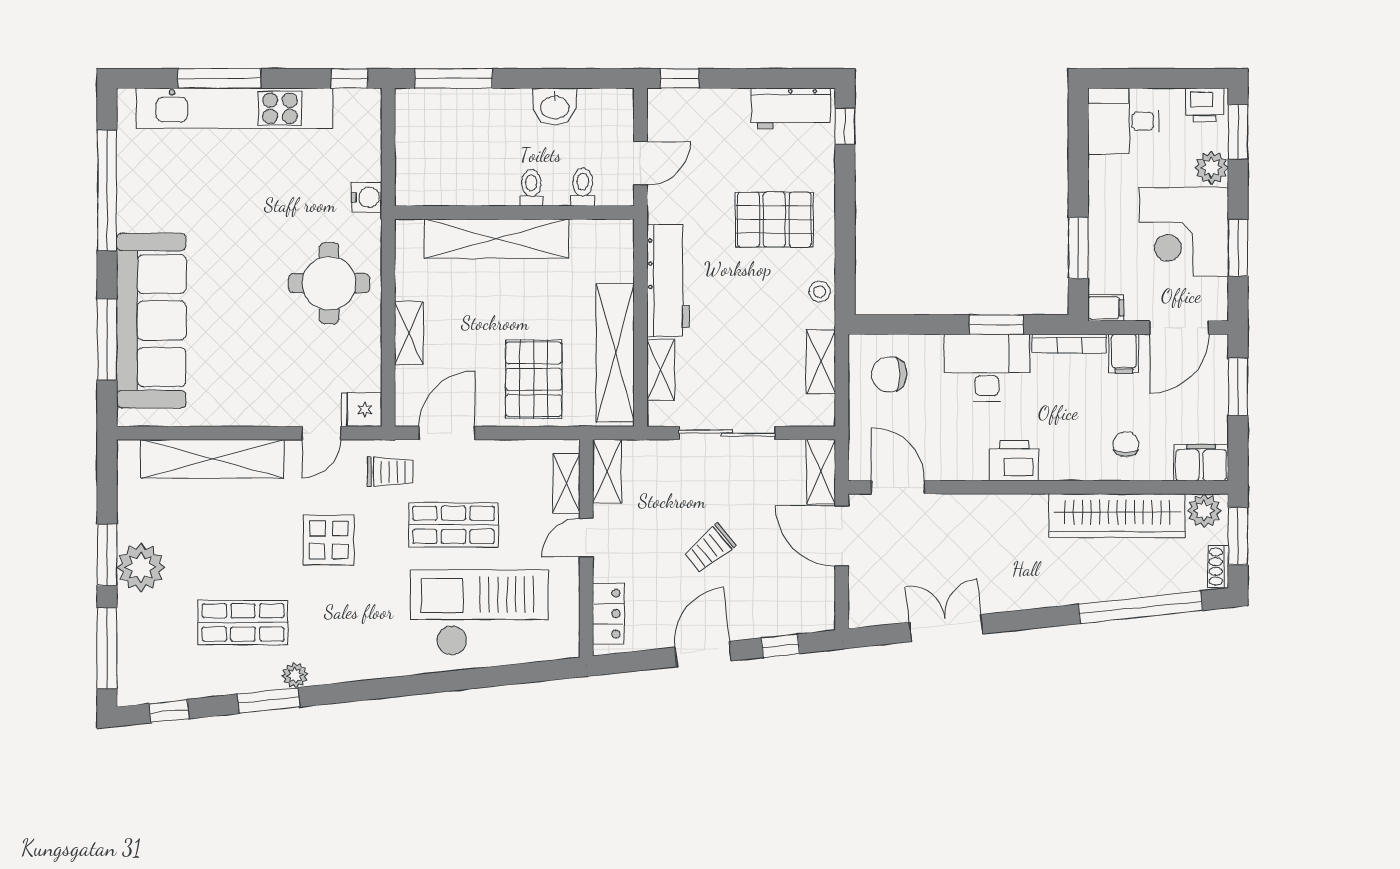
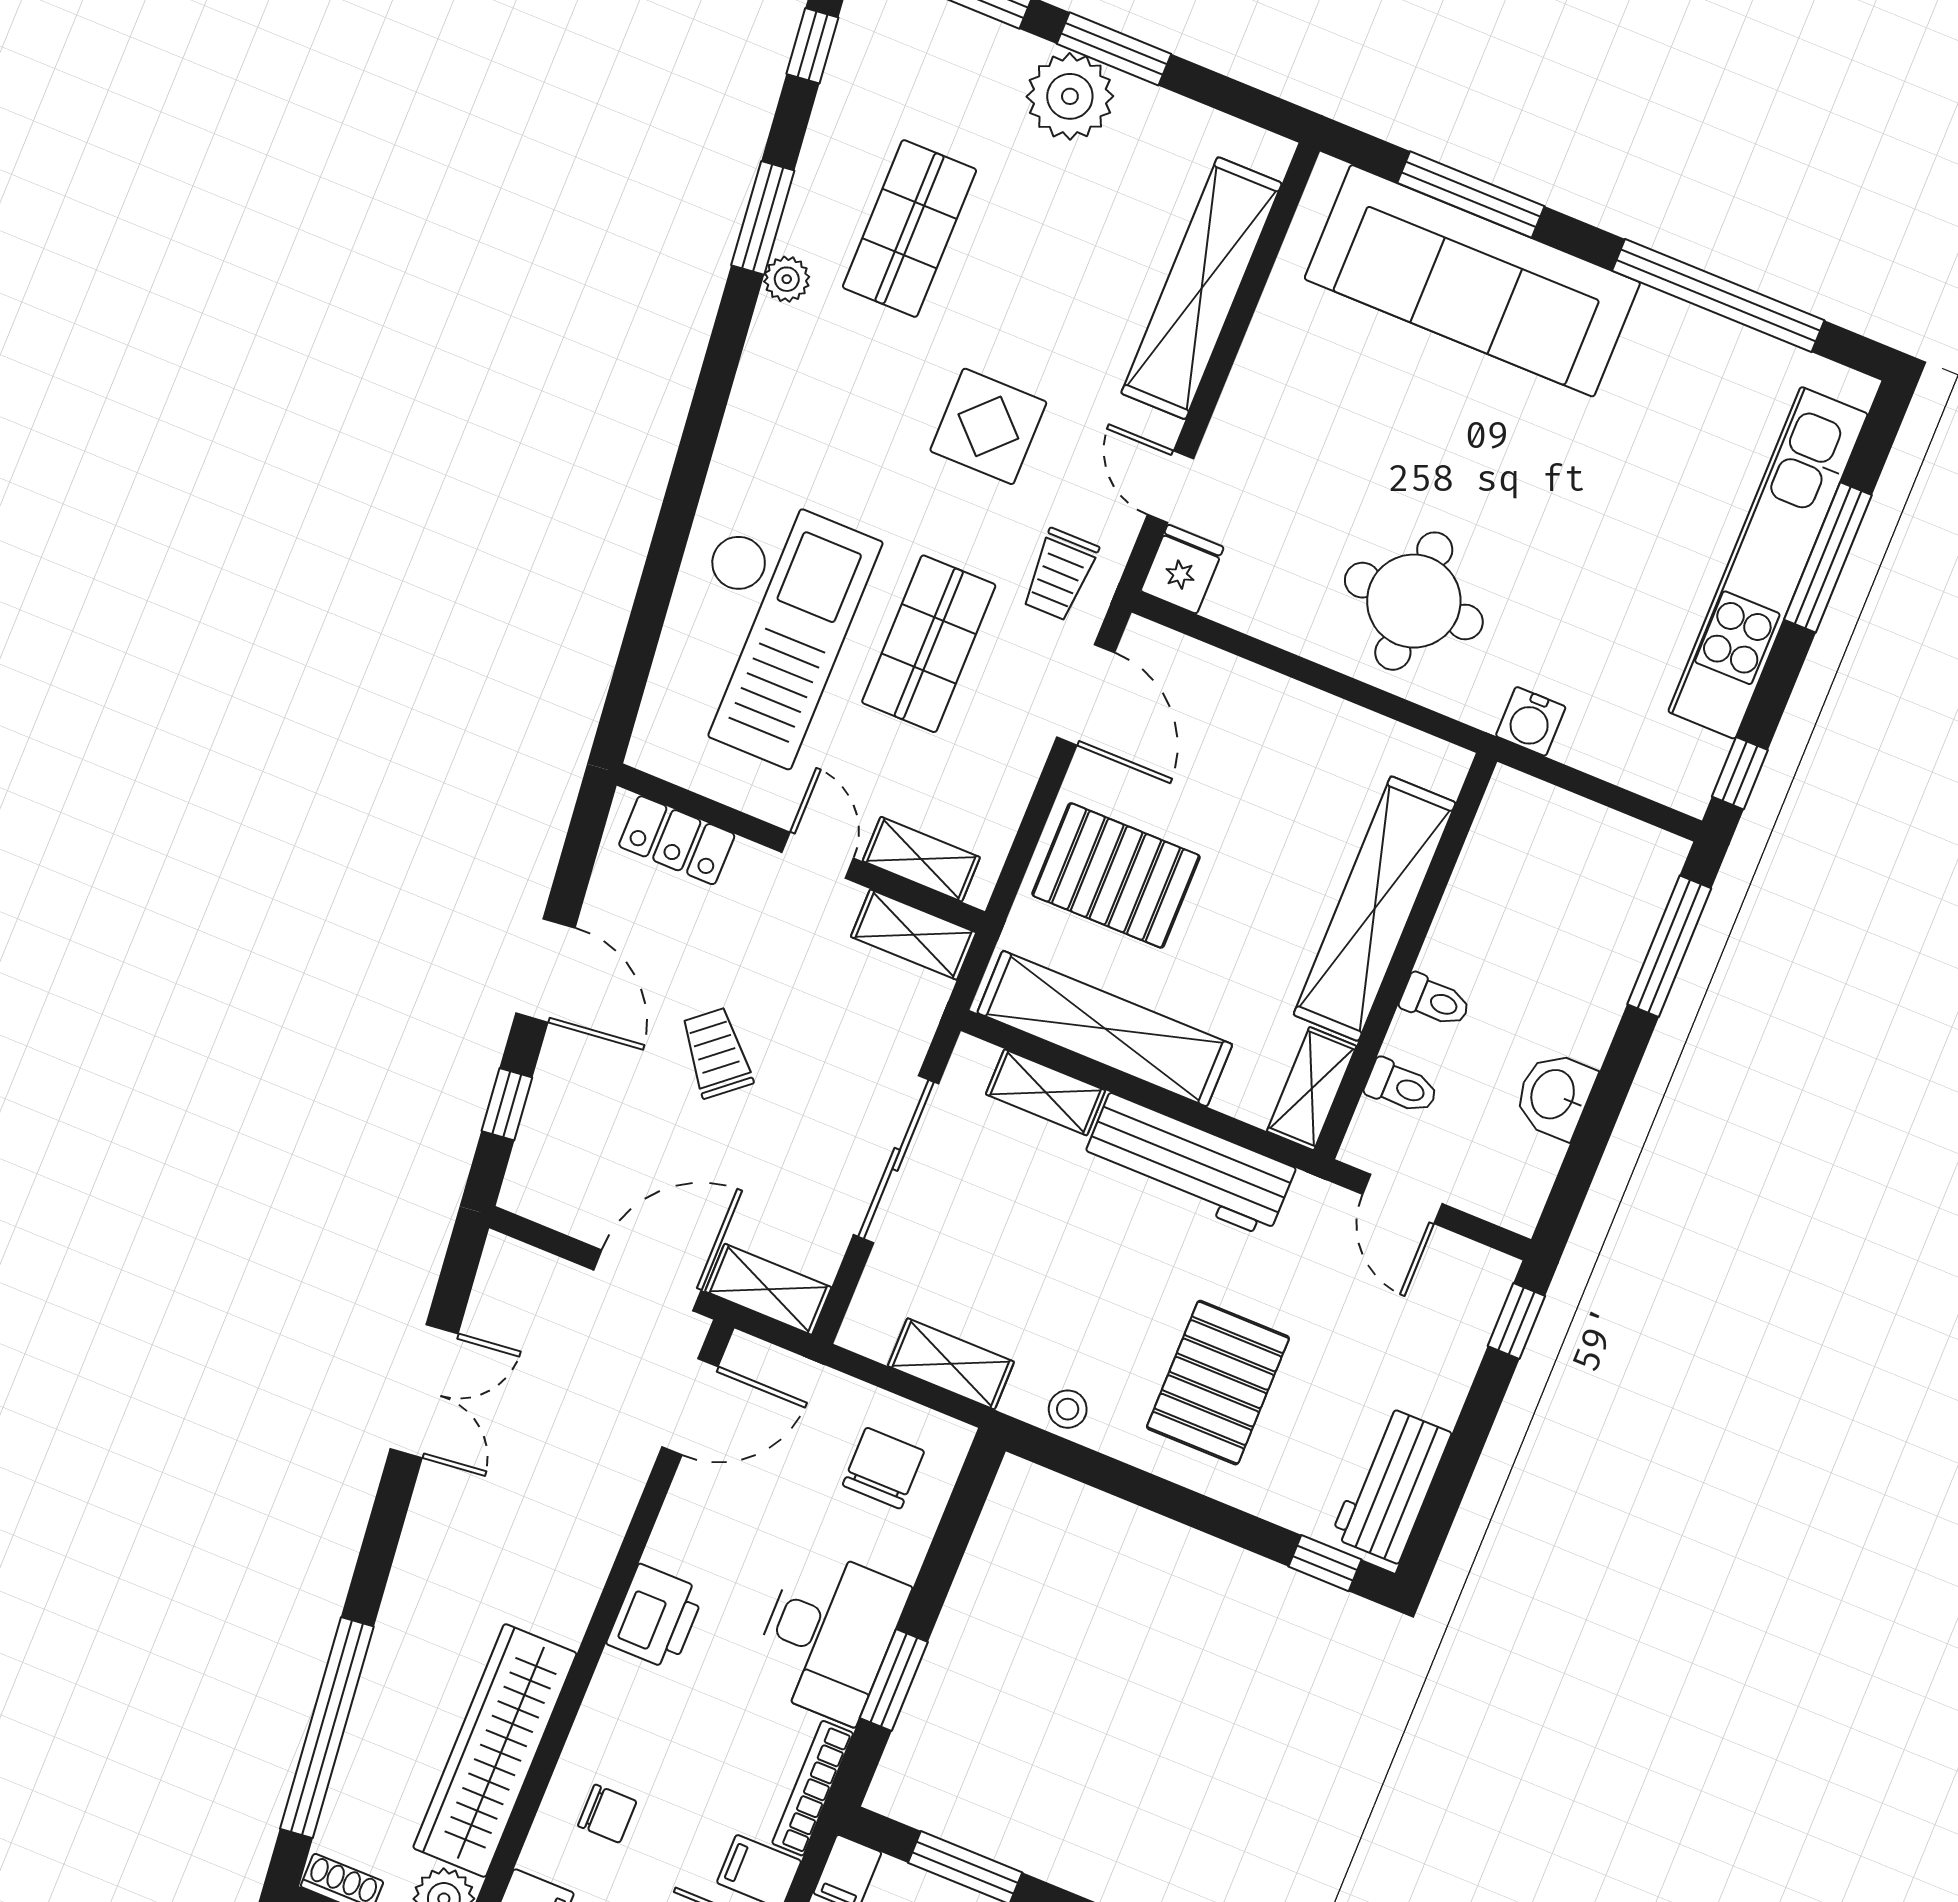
shelving: (409, 333) -> (1312, 1089), moved, turned 90

